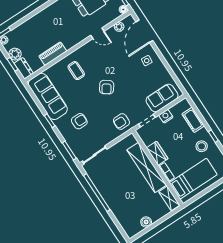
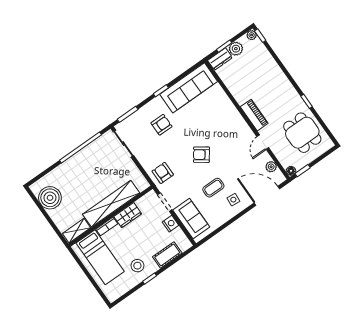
piano: (53, 54) -> (254, 115), moved
coffee table: (76, 71) -> (213, 188), moved
armchair: (79, 121) -> (161, 125), turned -90
boiler: (146, 222) -> (50, 198), width x1.86, depth x1.86

